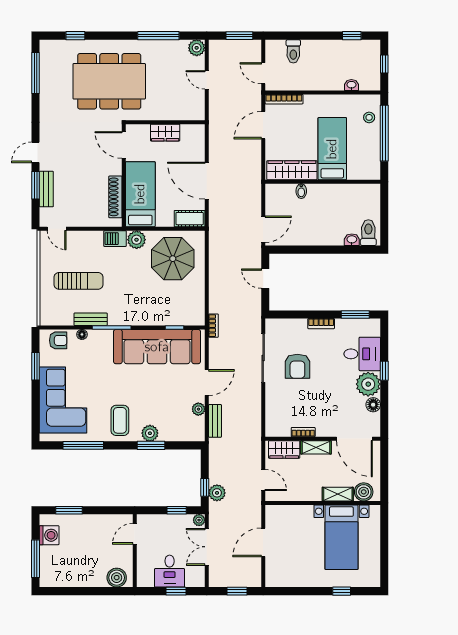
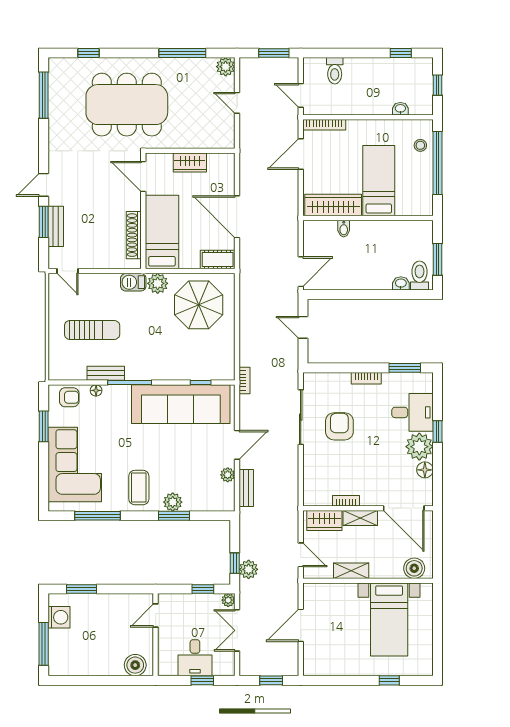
window: (384, 218) -> (437, 259), added
armchair: (297, 366) -> (339, 426), turned 180
shelving: (338, 494) -> (351, 571), moved

